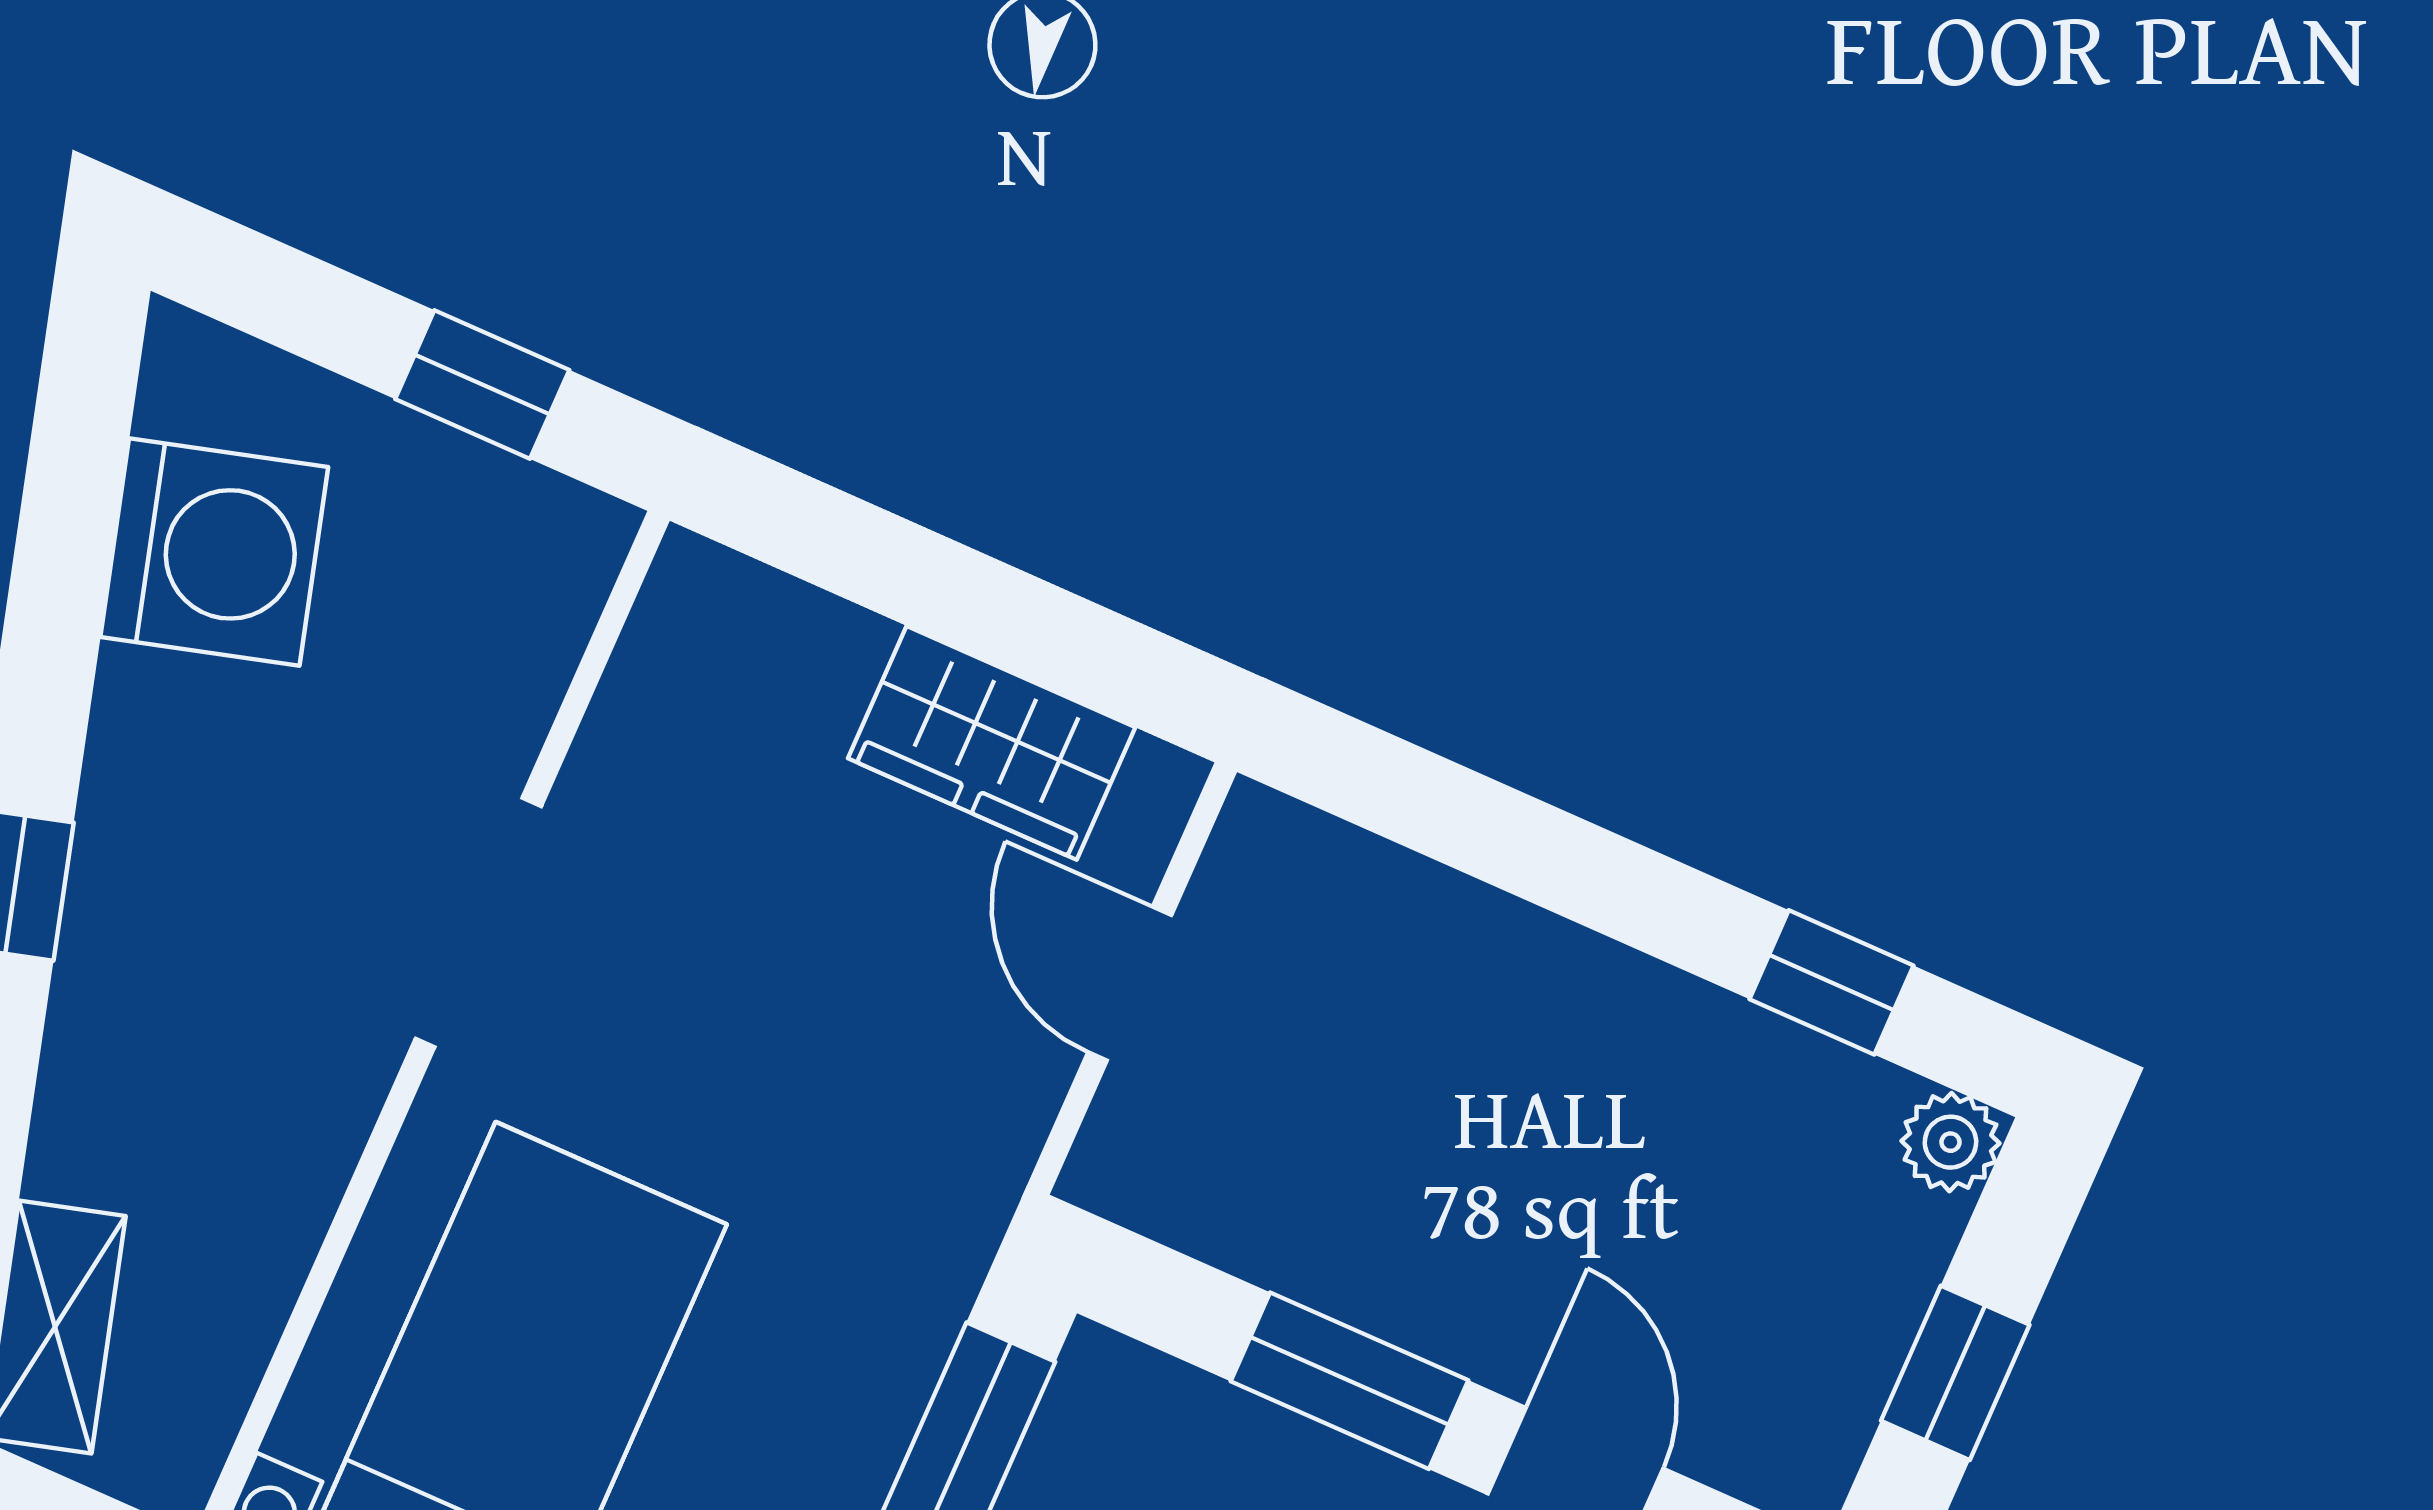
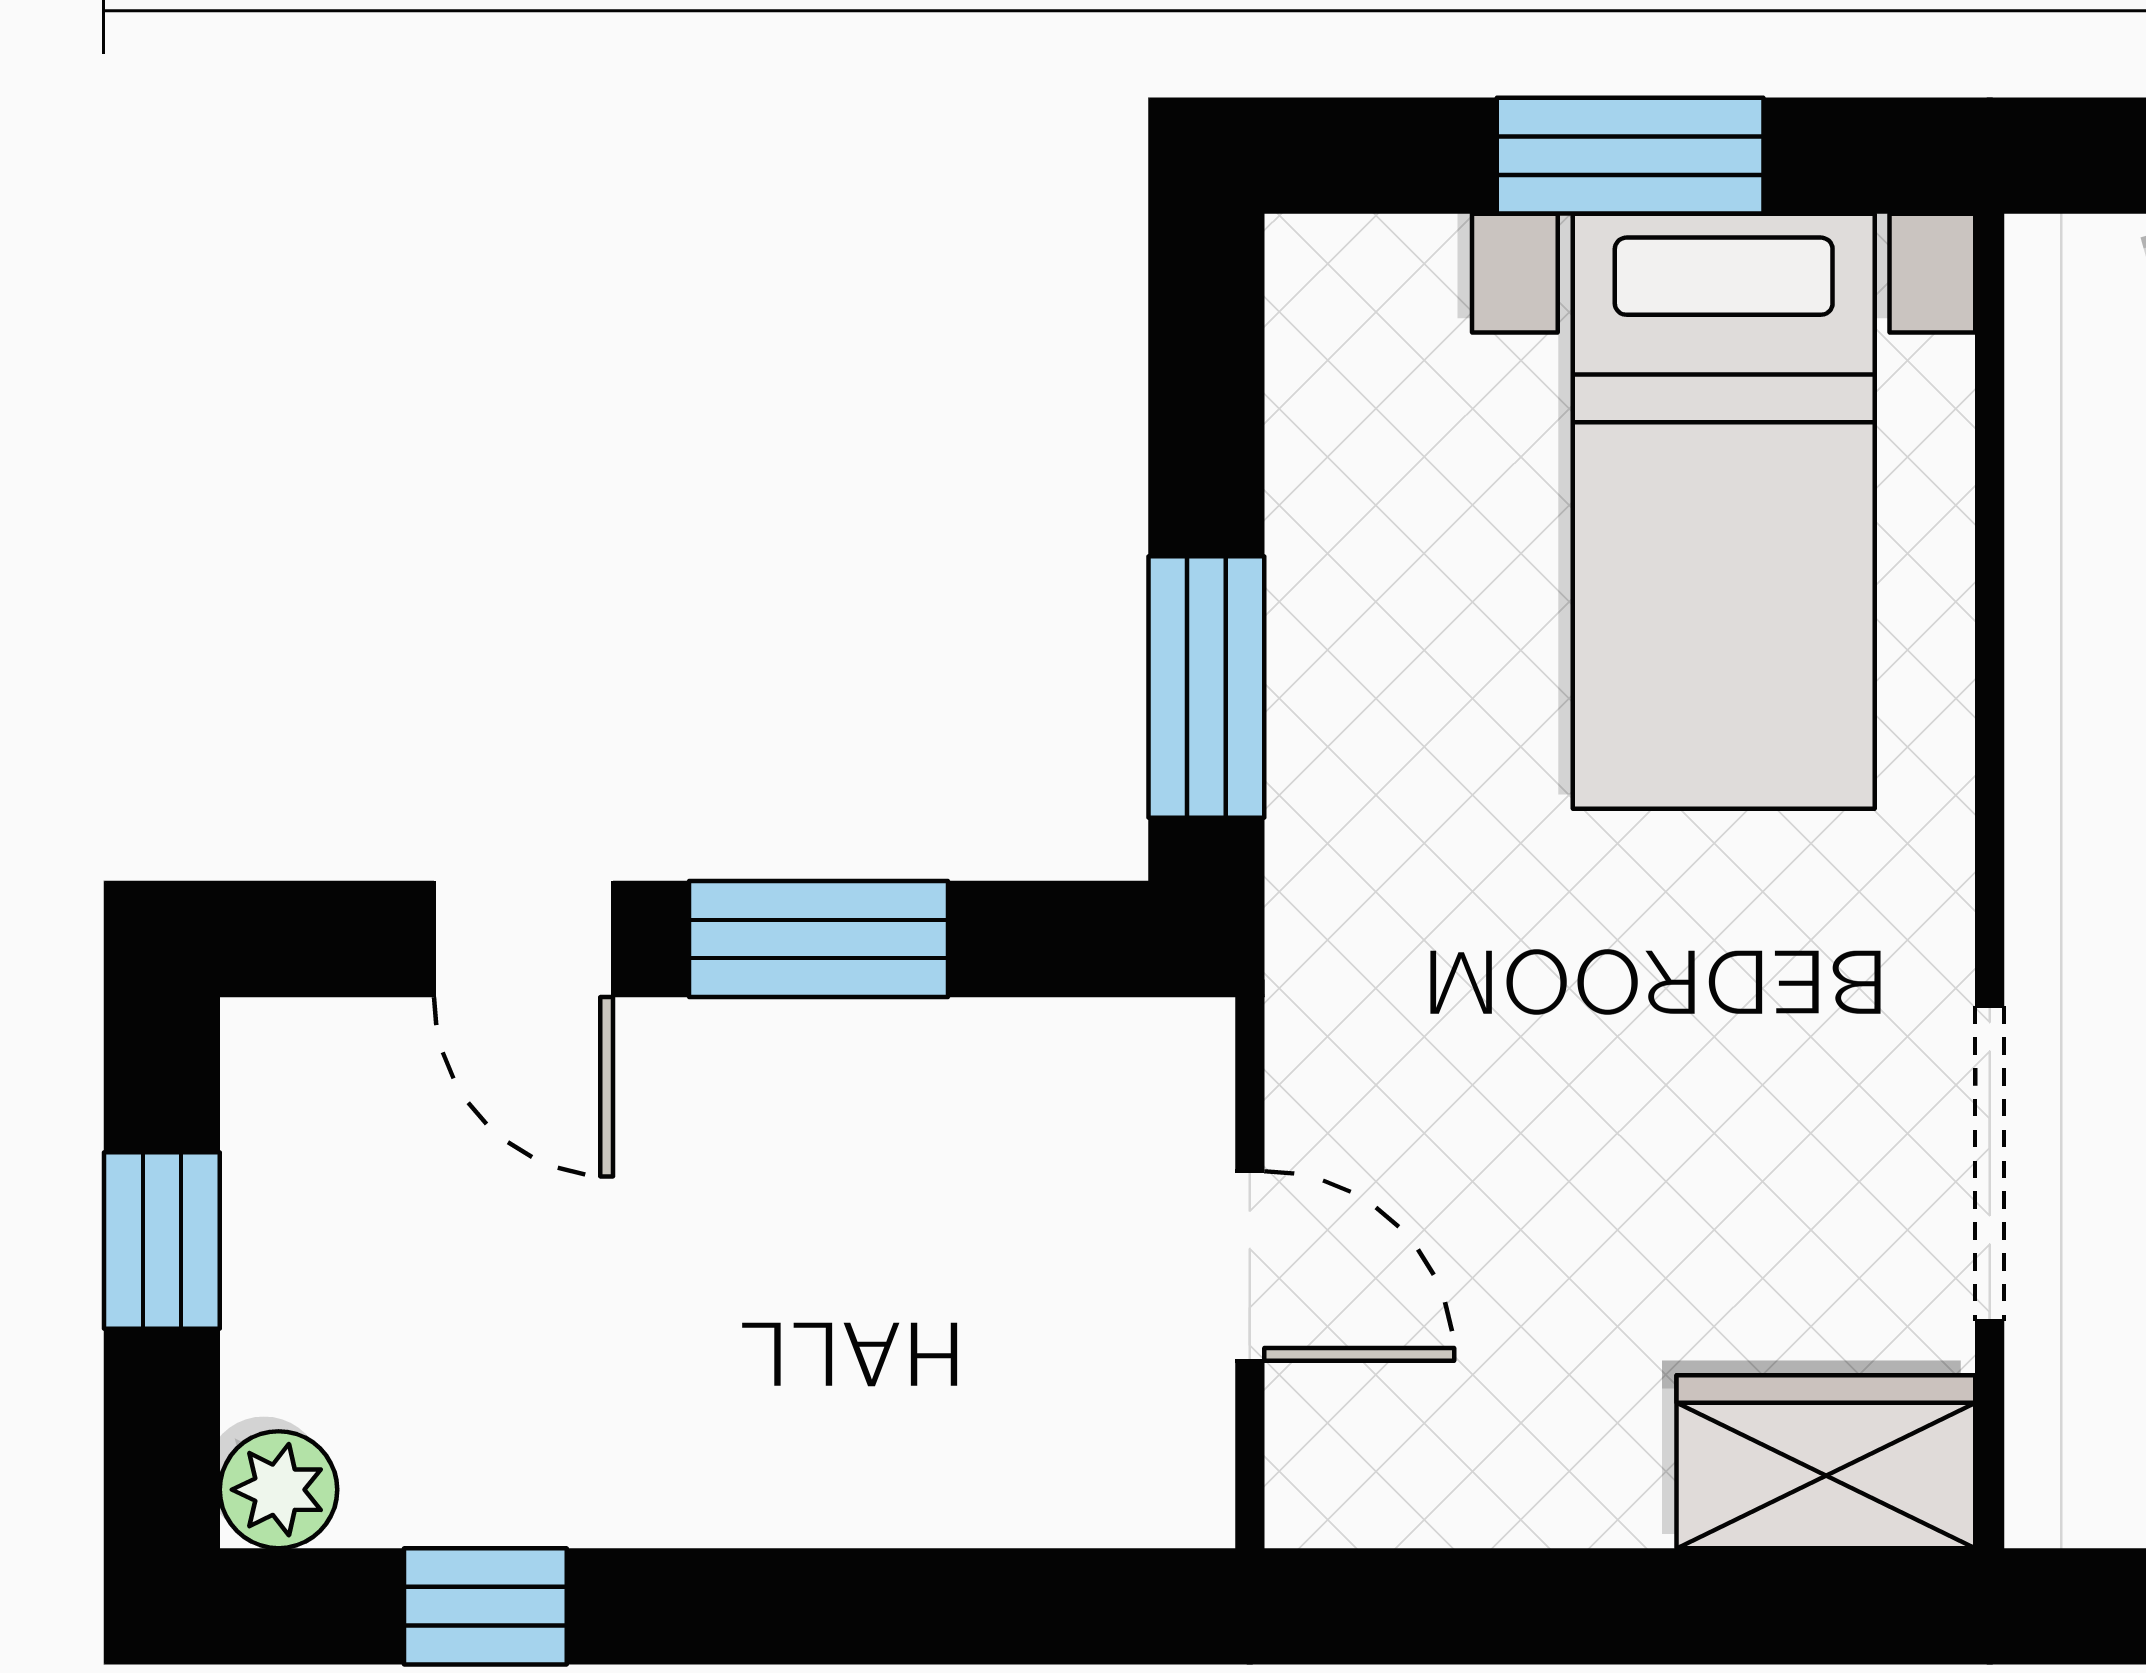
wardrobe: (992, 743) -> (1826, 1462), moved
doorway: (478, 922) -> (1990, 1164), moved

